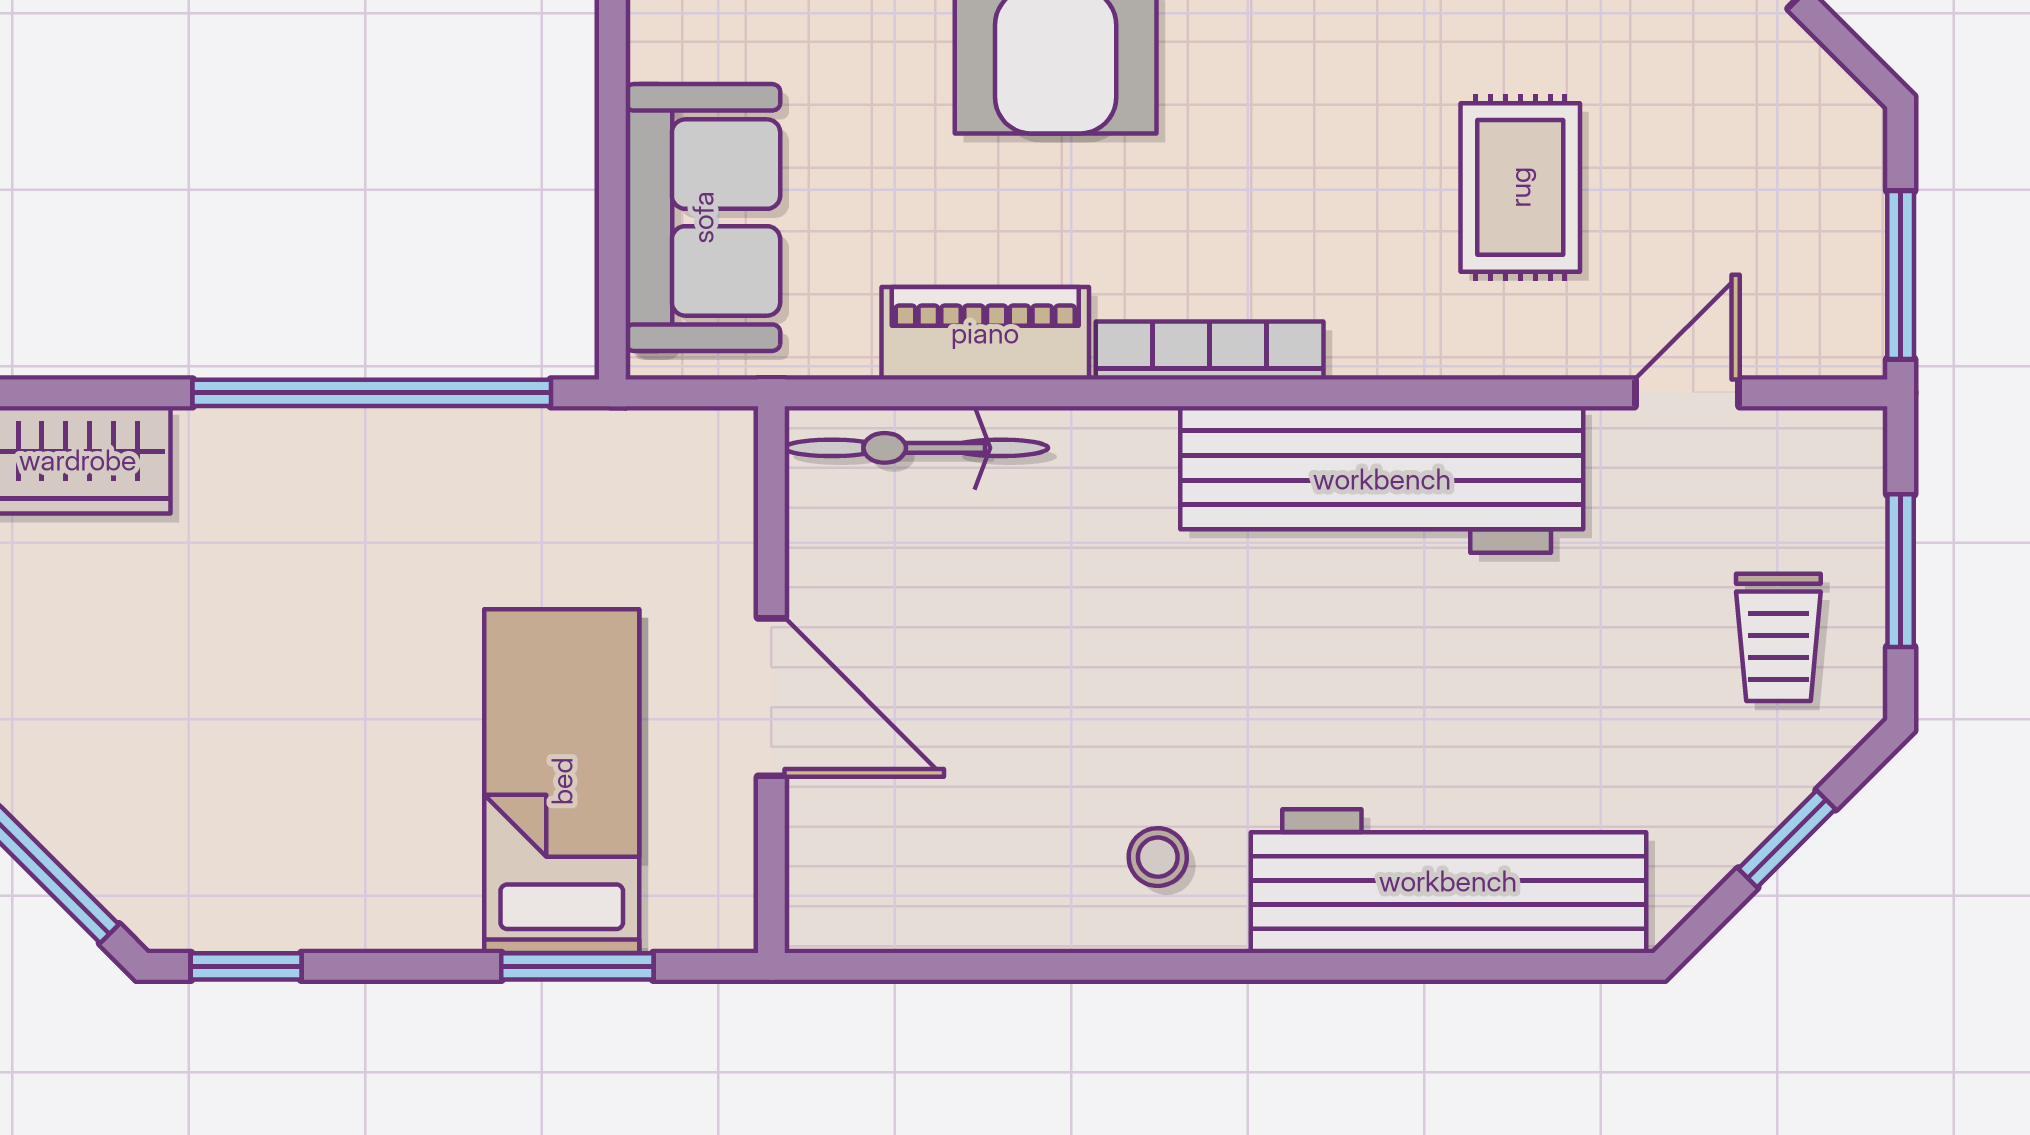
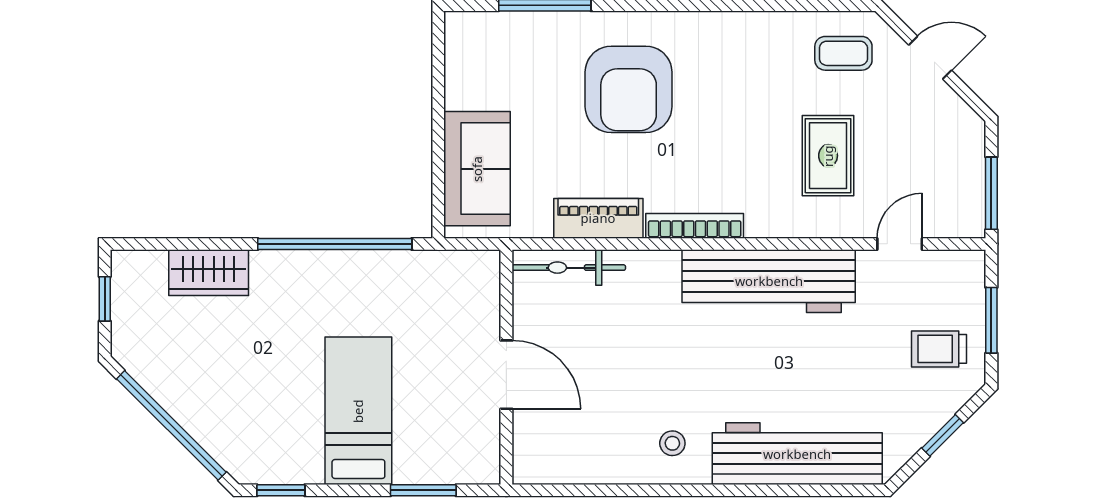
trolley: (1778, 637) -> (939, 349), turned 90
bed: (562, 781) -> (358, 411), moved

